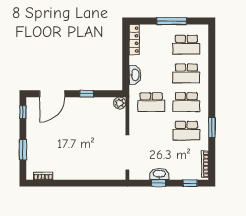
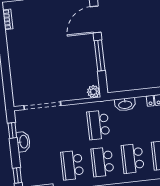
door: (52, 94) -> (96, 19), hinge flipped
window: (87, 94) -> (100, 56), width x2.17
window: (159, 183) -> (12, 130), moved

